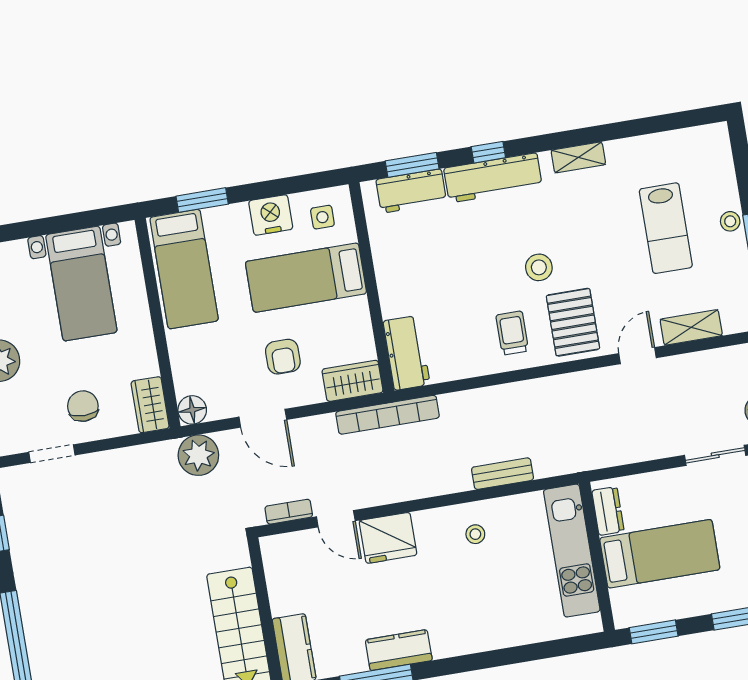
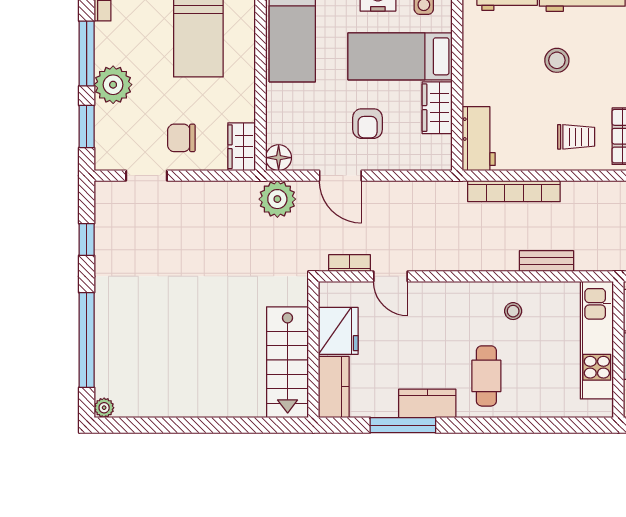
stool: (539, 267) -> (557, 60), moved
trolley: (512, 333) -> (576, 137), turned 90
wardrobe: (353, 381) -> (437, 108), moved, turned -90
chair: (83, 406) -> (181, 138), turned -90
bookcase: (388, 415) -> (514, 191), moved
fridge: (388, 538) -> (338, 331), moved, turned -90
cafe table: (458, 610) -> (486, 376), added

